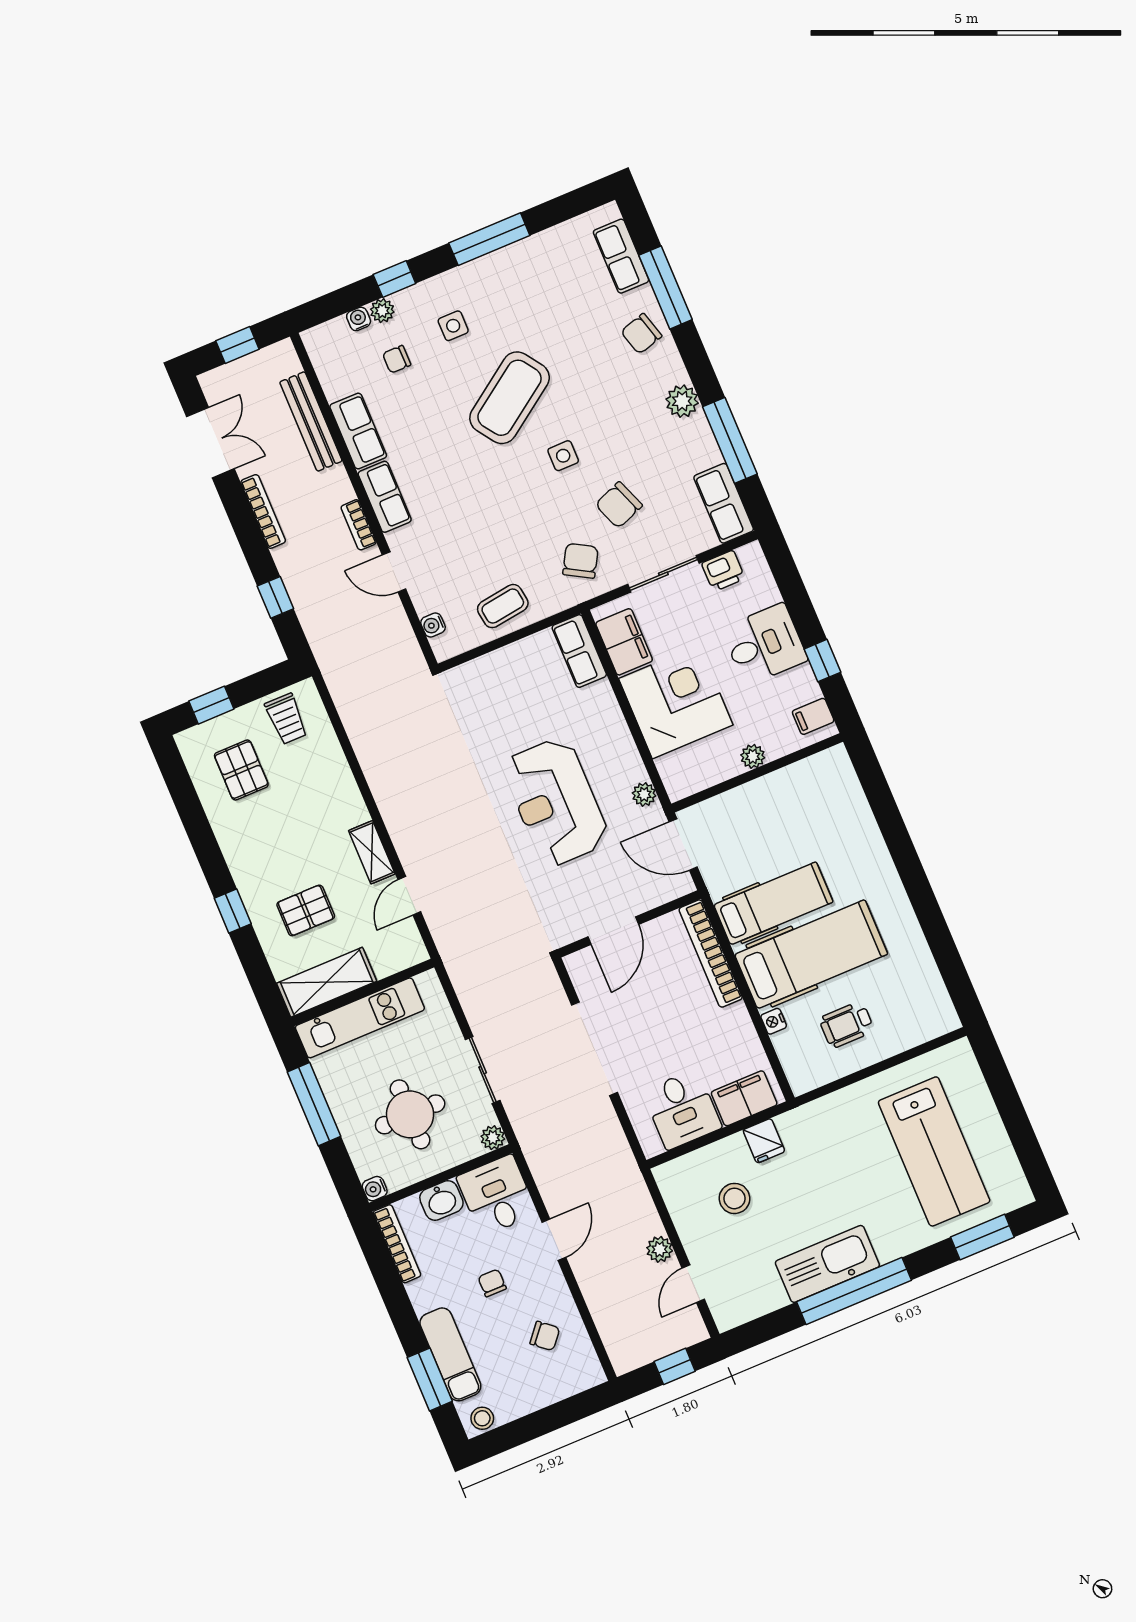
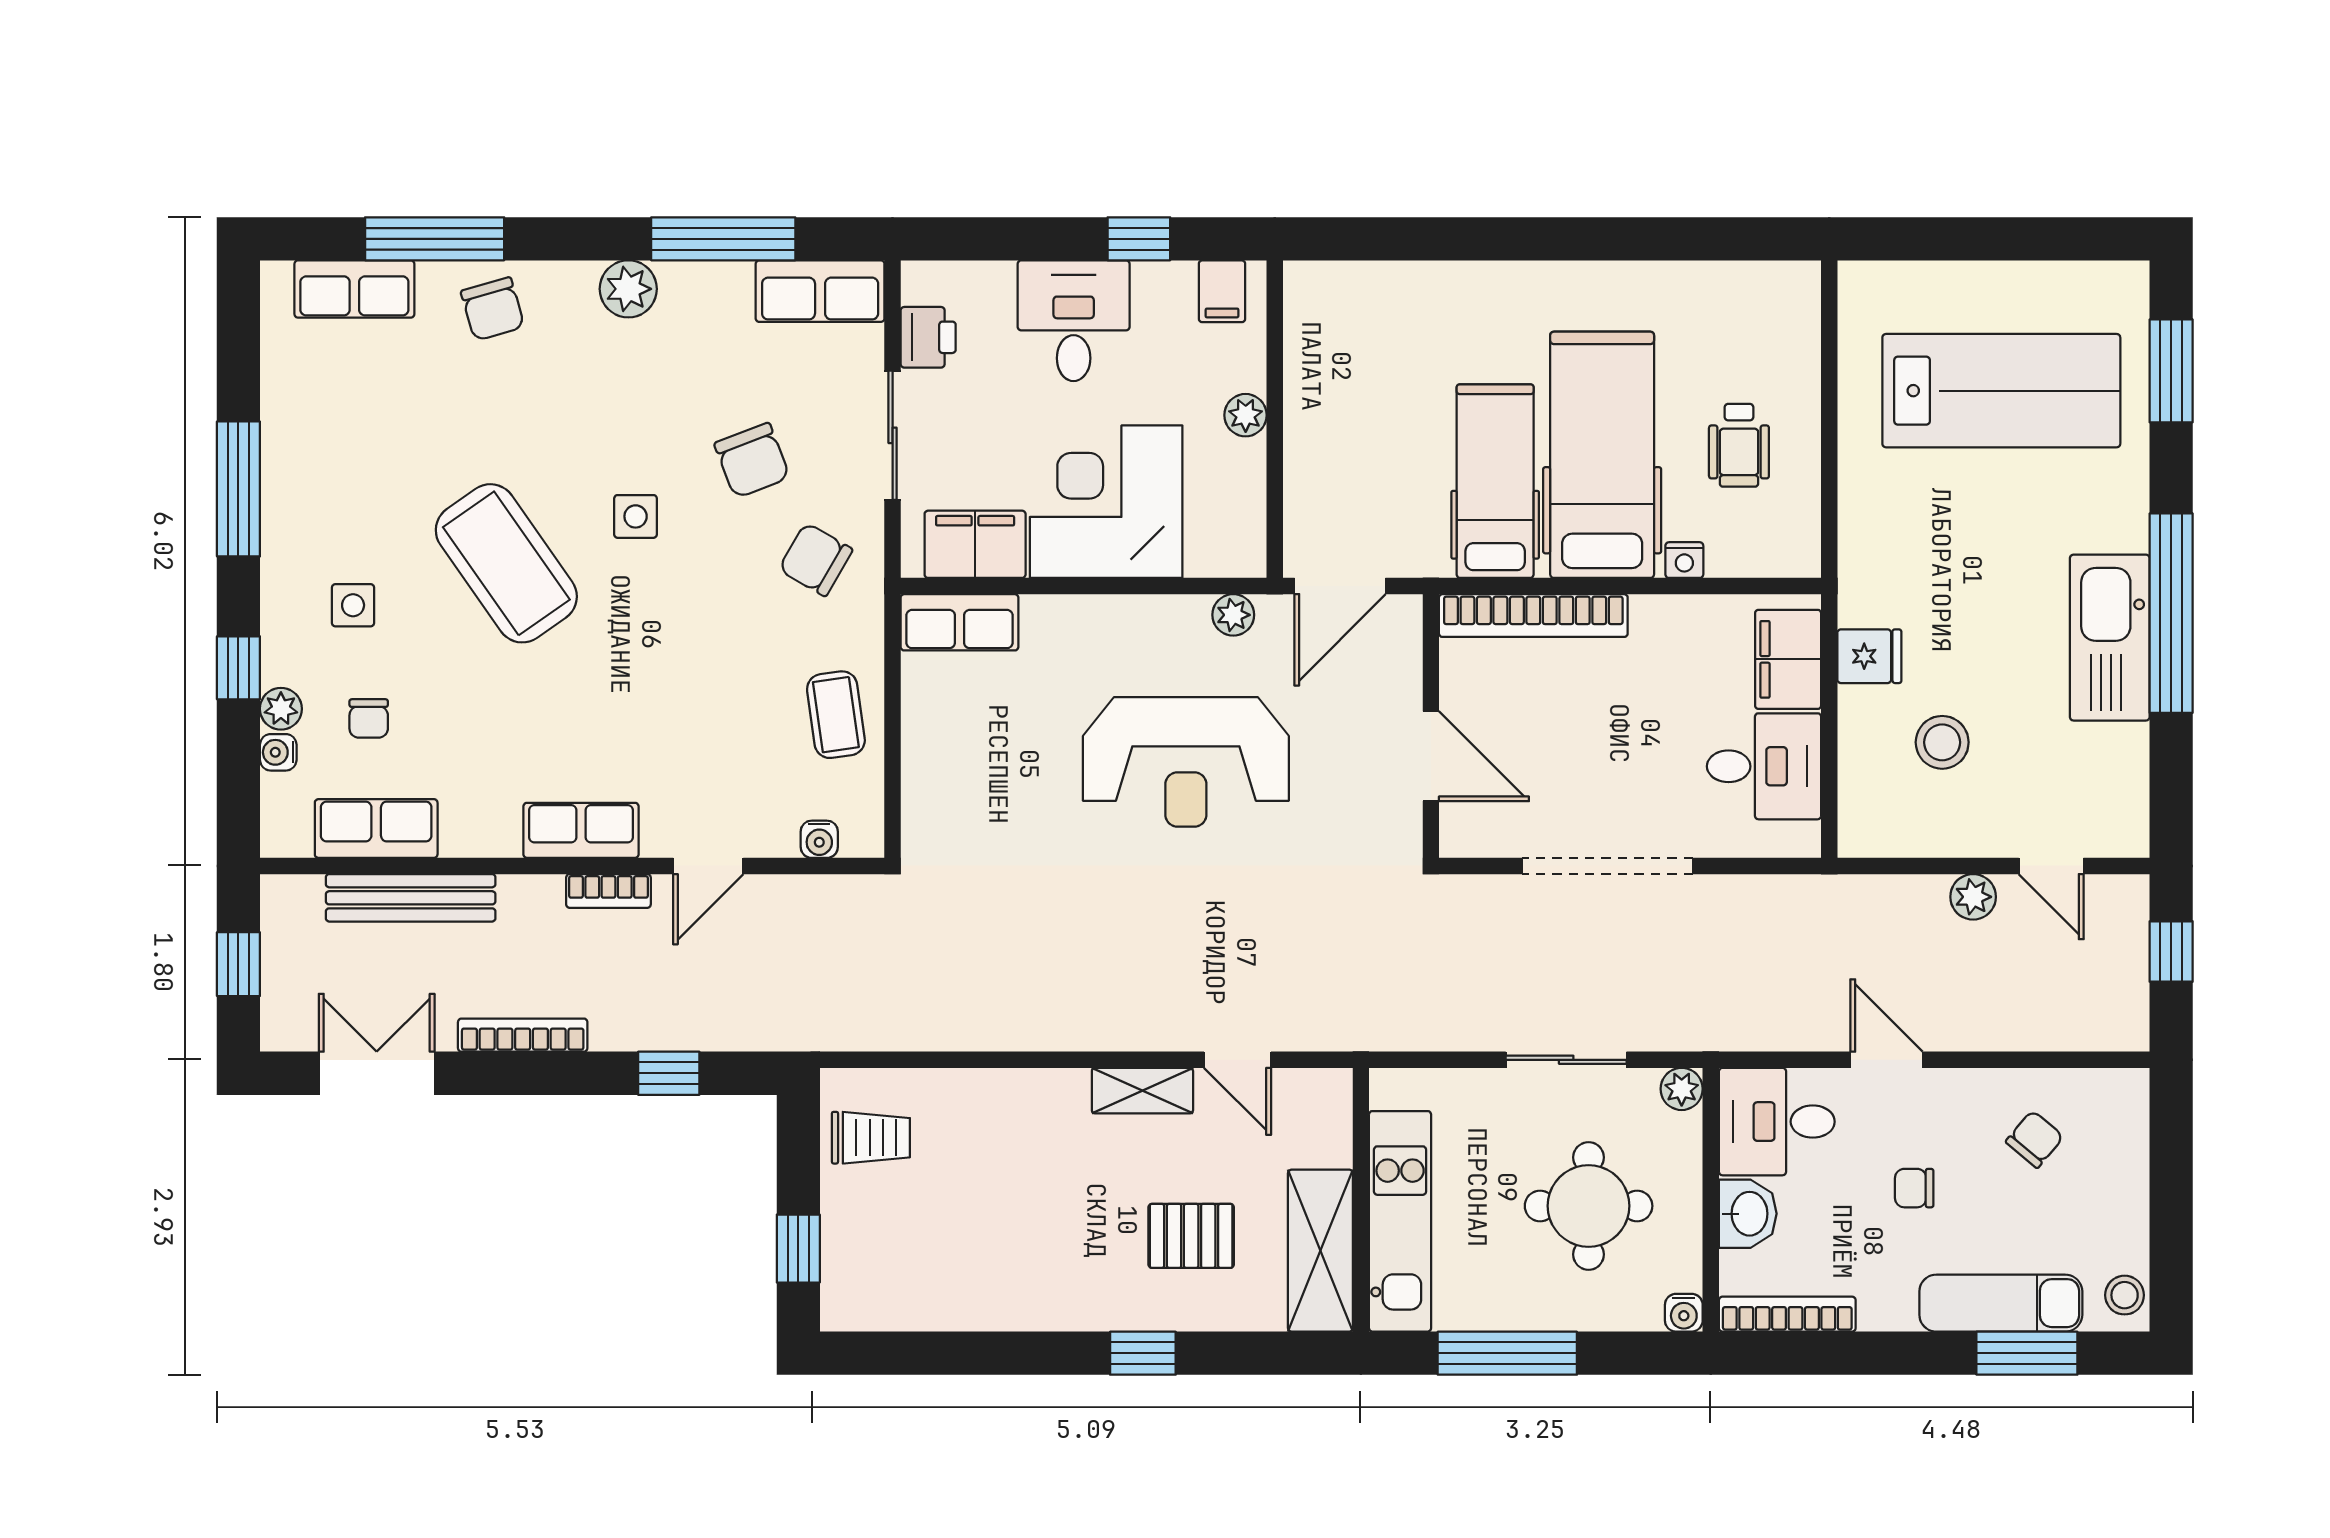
row of seats: (358, 431) -> (376, 829), moved
pallet: (241, 770) -> (923, 1244), removed
pallet: (306, 910) -> (1191, 1236), turned 90

